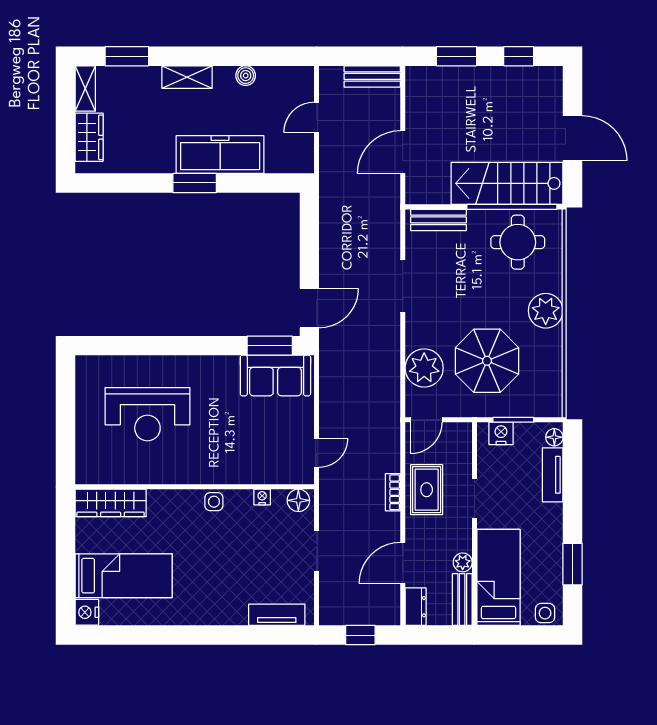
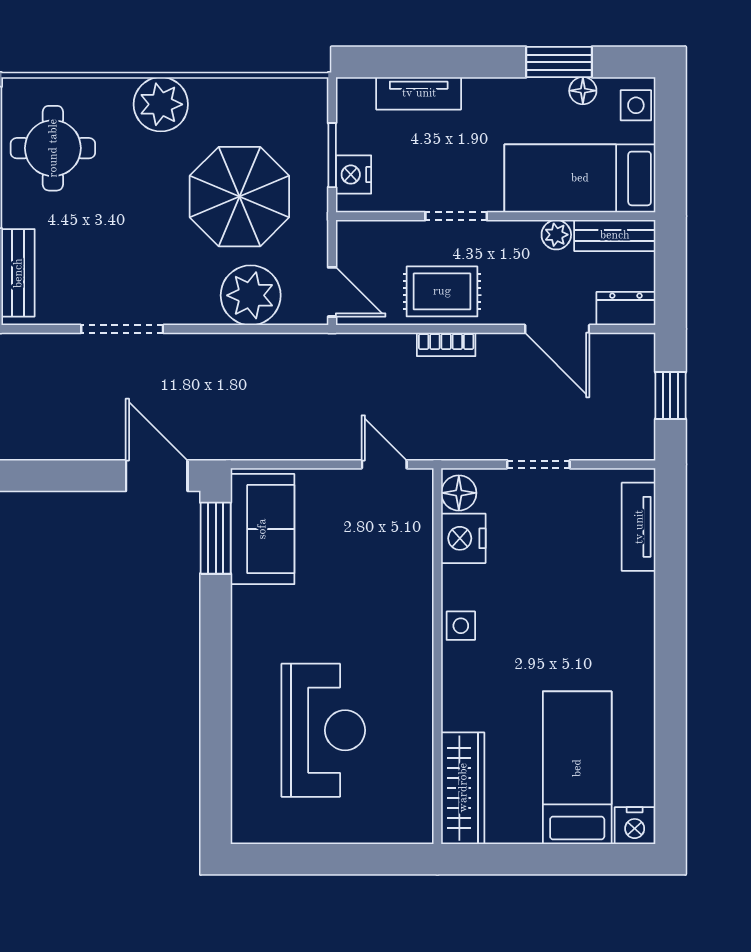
floor lamp: (554, 437) -> (583, 91), moved
nightstand: (262, 497) -> (463, 538), width x1.89, depth x1.79

